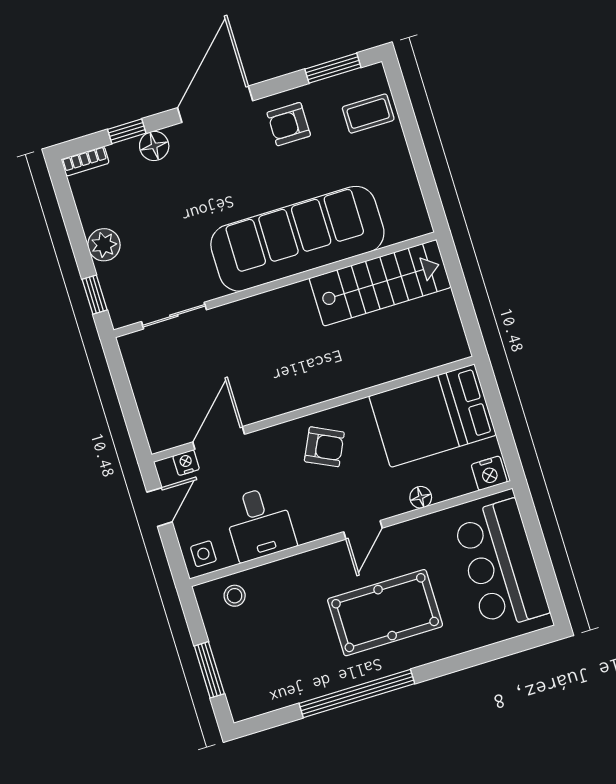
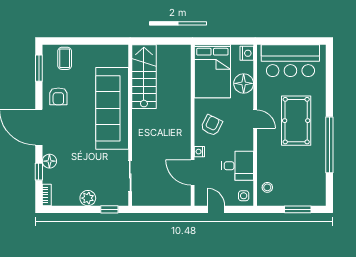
nightstand: (186, 463) -> (199, 152), moved
floor lamp: (421, 497) -> (244, 83), width x1.89, depth x1.89

